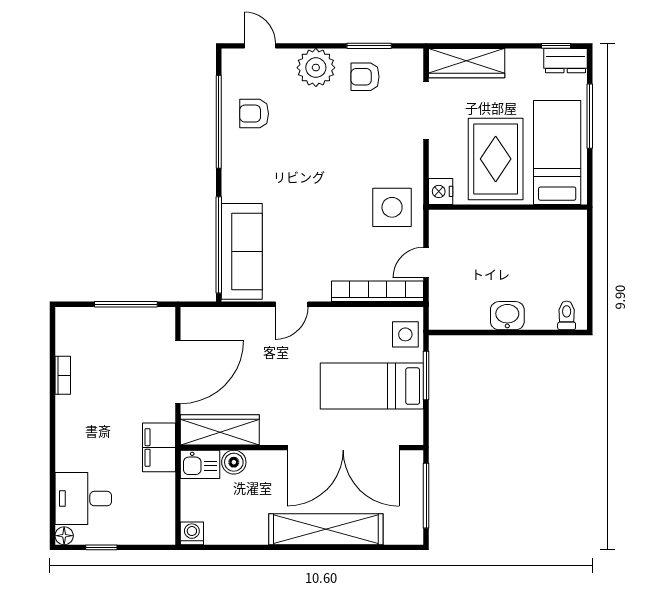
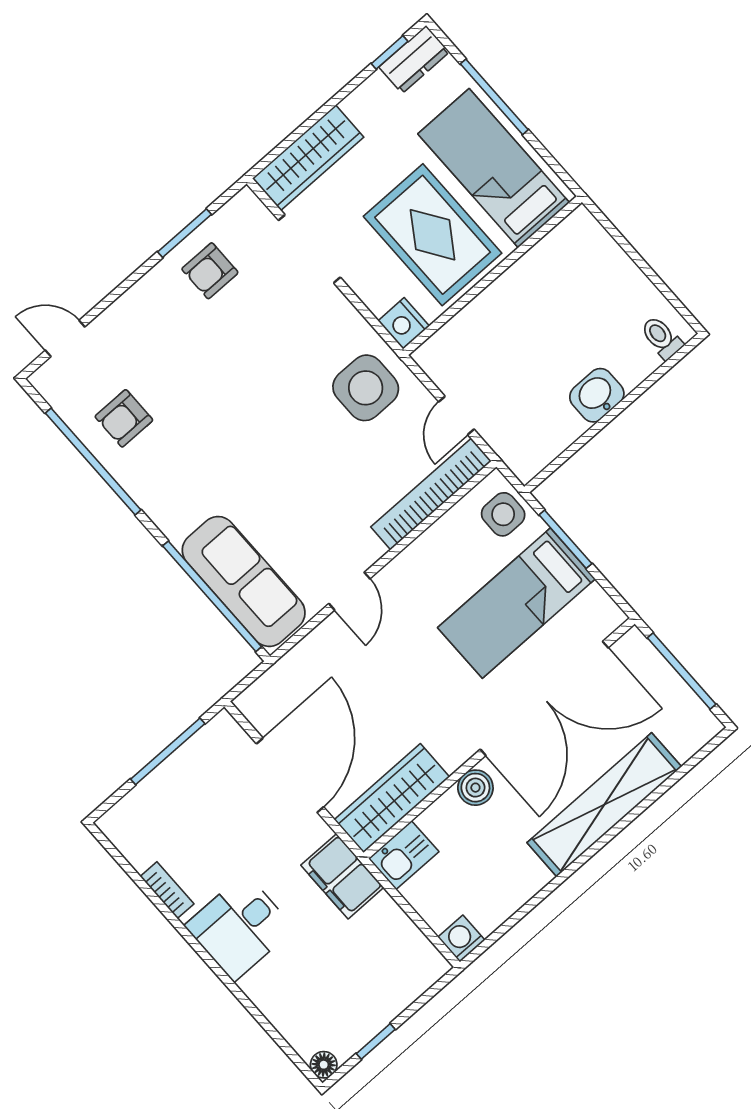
plant: (316, 68) -> (147, 308), removed
boiler: (234, 462) -> (475, 788), moved
desk: (83, 499) -> (240, 927), moved

